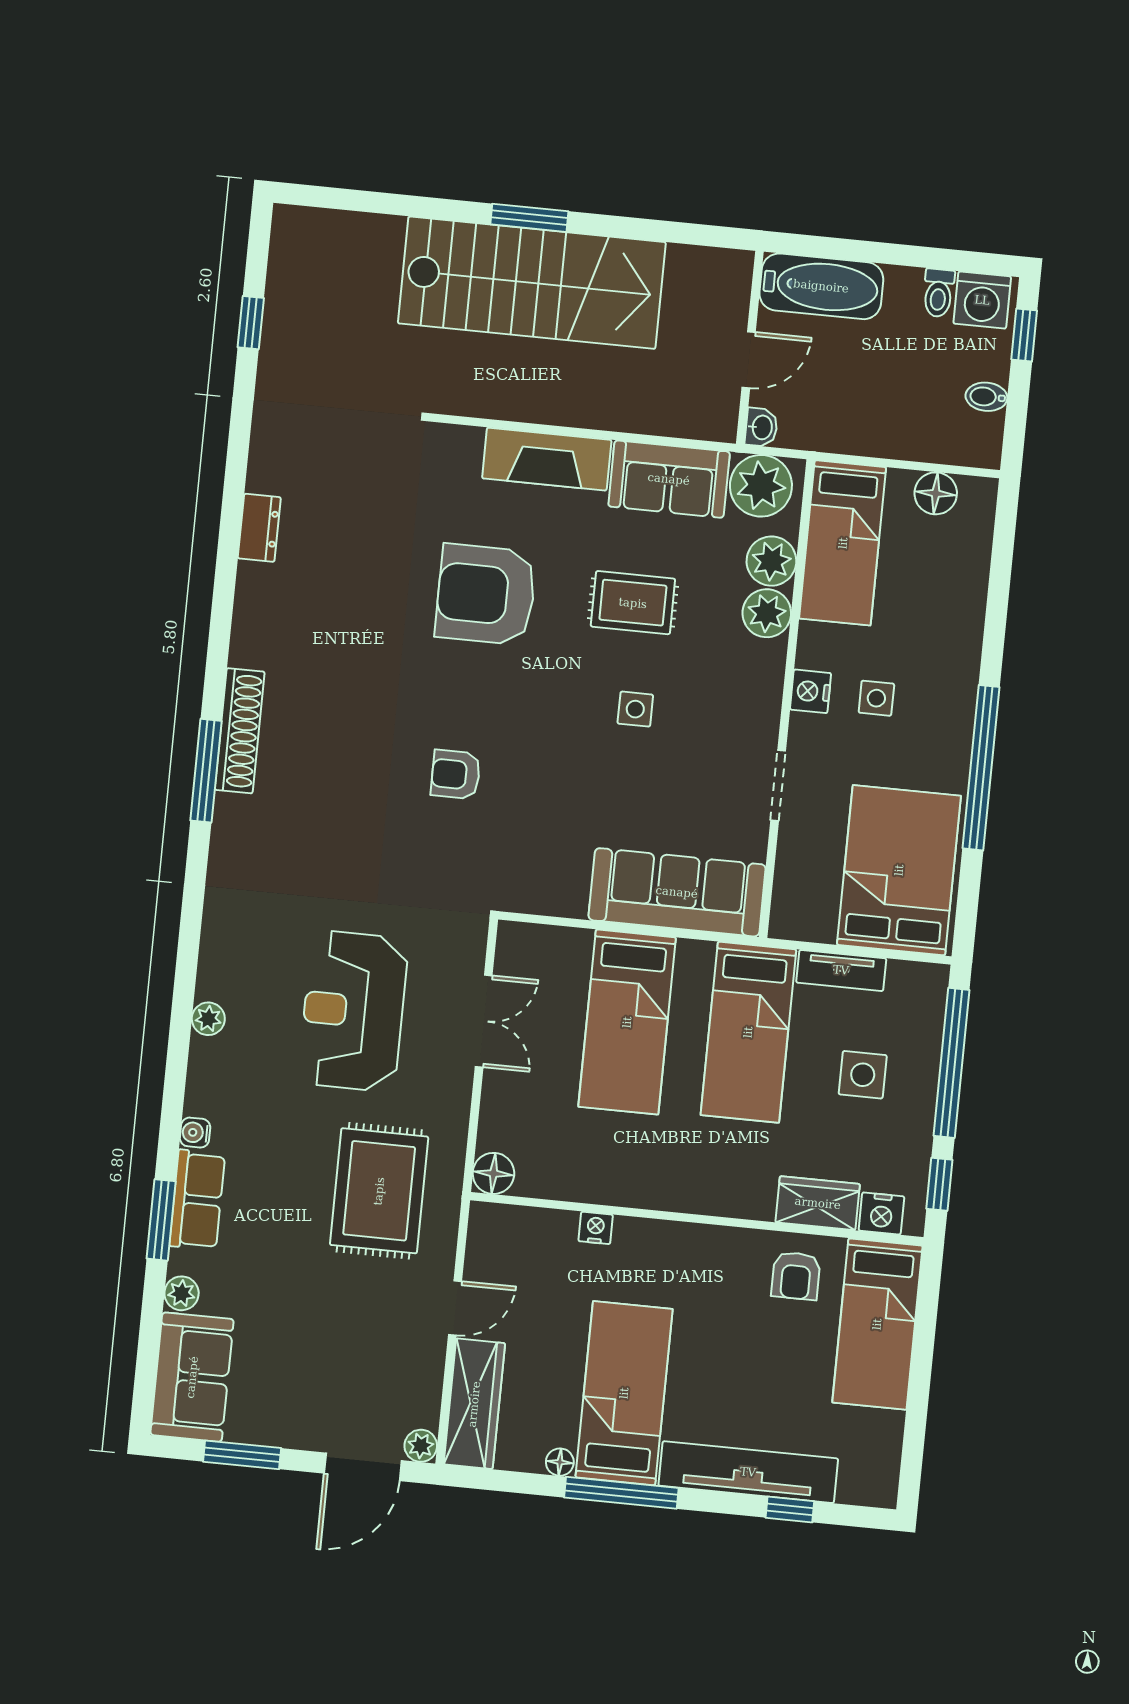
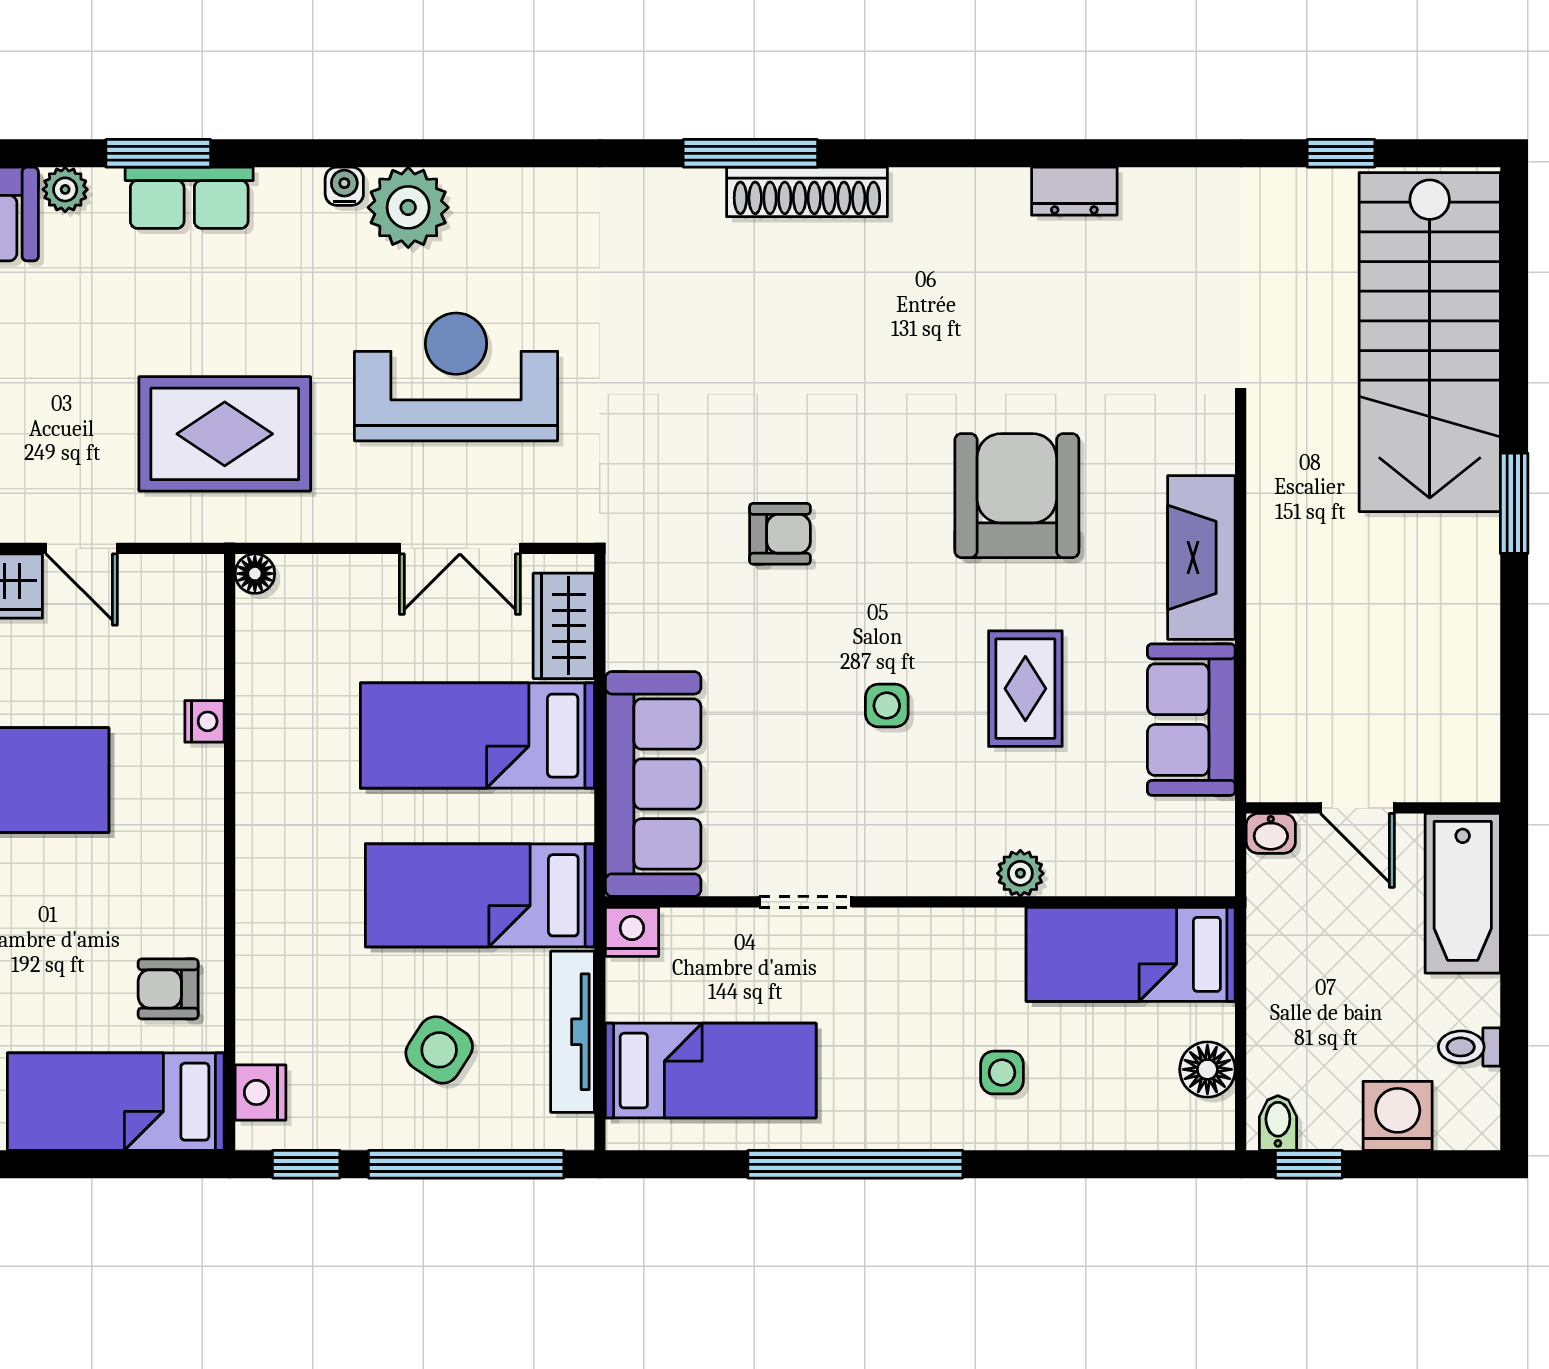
stairs: (532, 283) -> (1430, 342), moved
washing machine: (982, 300) -> (1398, 1116), moved, turned 90
window: (1024, 335) -> (1309, 1164), moved
bidet: (986, 397) -> (1278, 1123), moved
plant: (761, 486) -> (1195, 840), removed
plant: (771, 561) -> (1098, 864), removed
plant: (767, 613) -> (1020, 873), width x0.73, depth x0.73
nightstand: (811, 691) -> (632, 932), moved
side table: (876, 698) -> (1002, 1073), moved
armchair: (456, 775) -> (780, 534), moved, turned 90
bed: (899, 870) -> (711, 1071), width x0.67
tv unit: (841, 970) -> (572, 1032), width x1.41
plant: (208, 1019) -> (408, 207), width x1.87, depth x1.87
side table: (863, 1075) -> (439, 1050), turned 33
water cooler: (195, 1133) -> (344, 186), moved
floor lamp: (493, 1173) -> (255, 574), width x0.73, depth x0.73
wardrobe: (818, 1203) -> (564, 626), moved, turned 180

